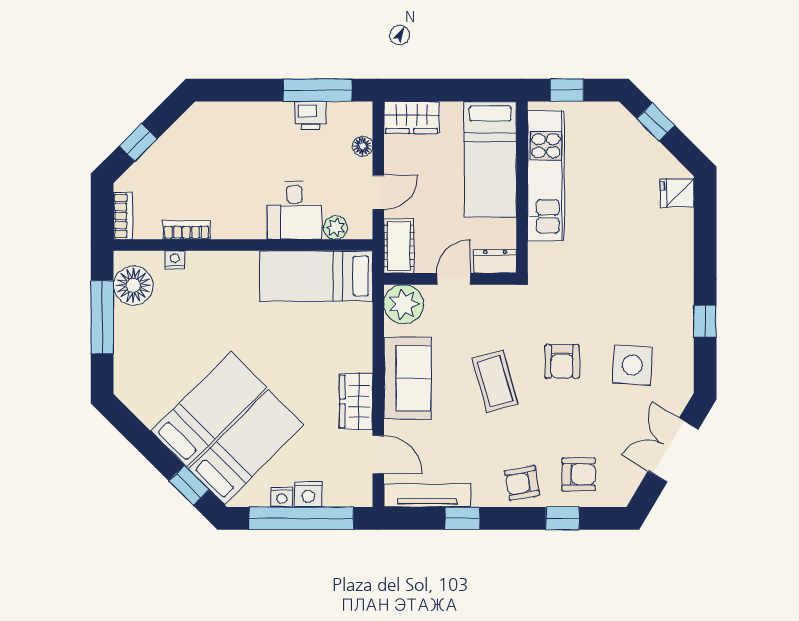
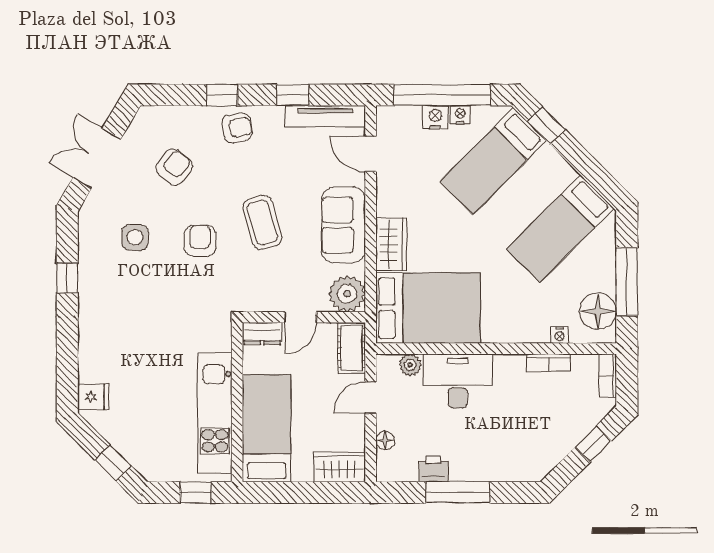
window: (318, 90) -> (458, 492), moved
desk: (294, 210) -> (458, 381), width x1.37
bed: (316, 276) -> (428, 308), width x1.50
side table: (632, 365) -> (135, 237), width x0.73, depth x0.73
wardrobe: (356, 402) -> (391, 244), moved
bed: (209, 409) -> (560, 229), moved
double door: (673, 450) -> (97, 158), swing flipped
armchair: (579, 474) -> (174, 167), moved, turned 128
window: (563, 518) -> (222, 95), moved

